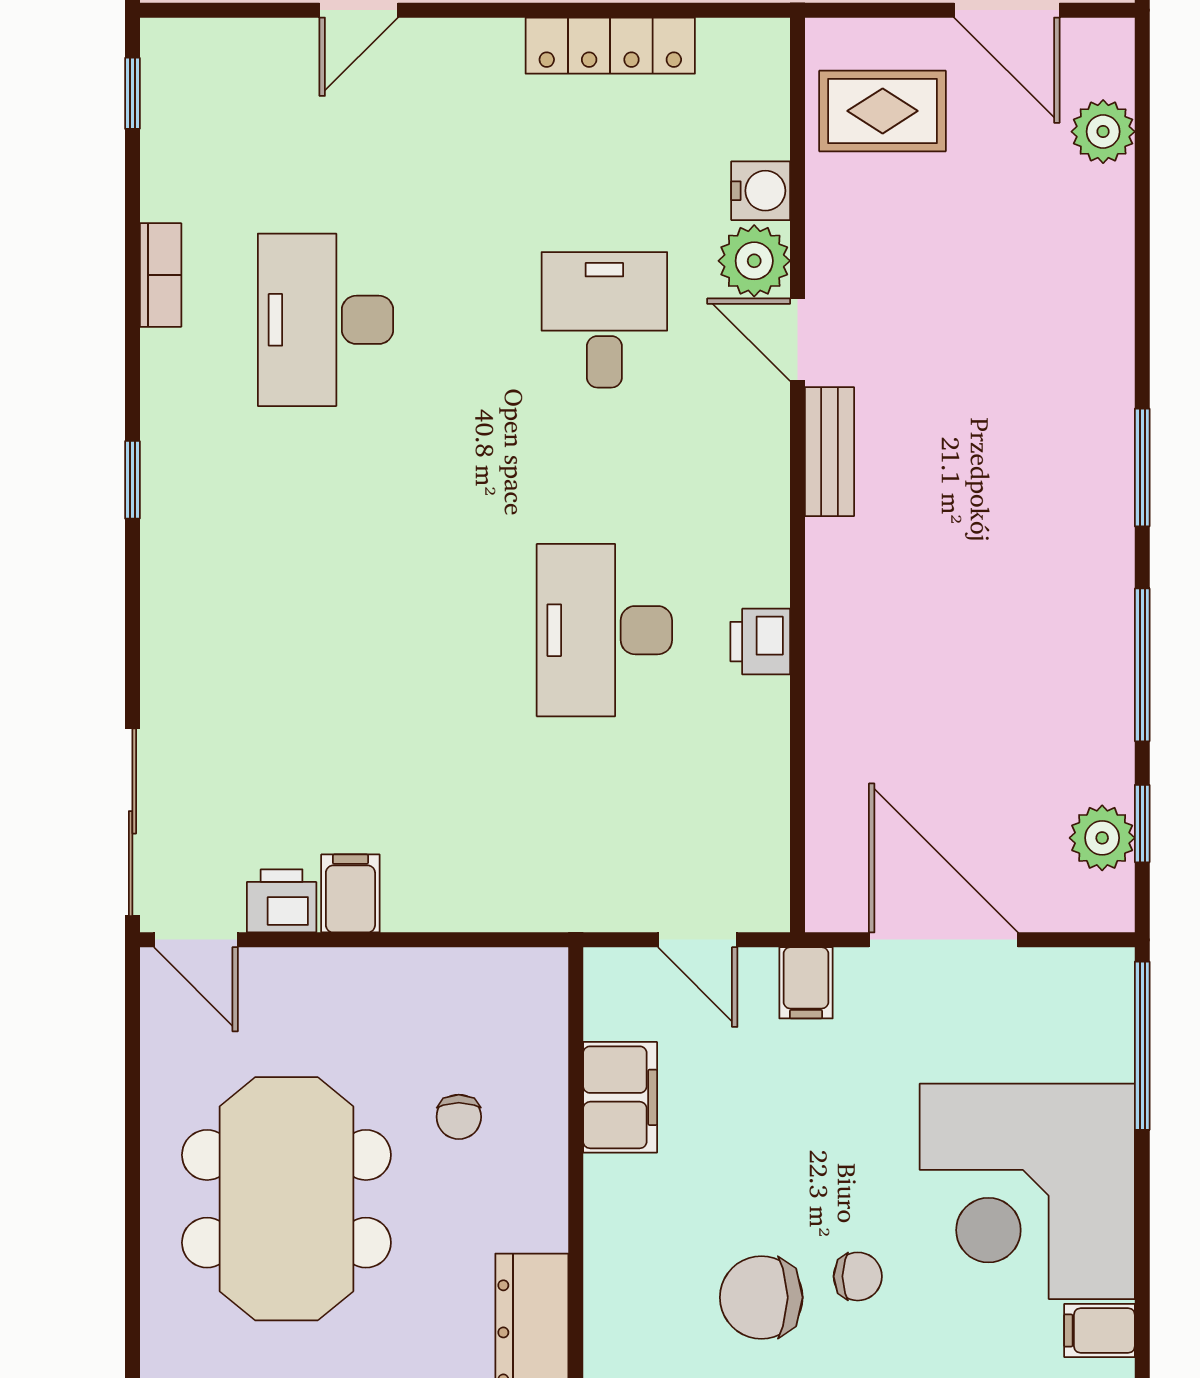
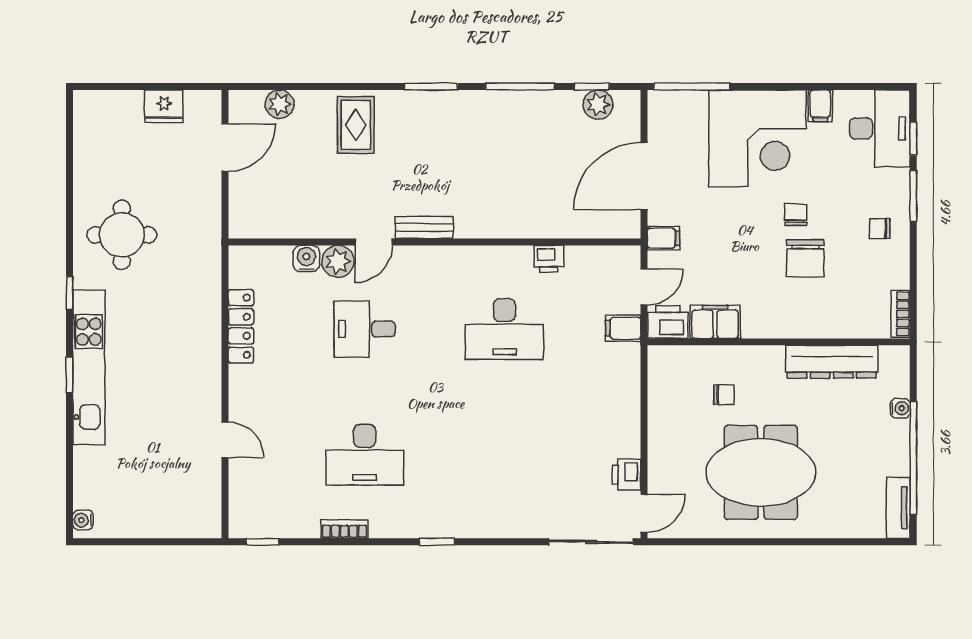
rug: (883, 111) -> (356, 125), moved
printer: (760, 642) -> (549, 259), moved
filing cabinet: (350, 893) -> (623, 328), moved
printer: (620, 993) -> (668, 322), added

